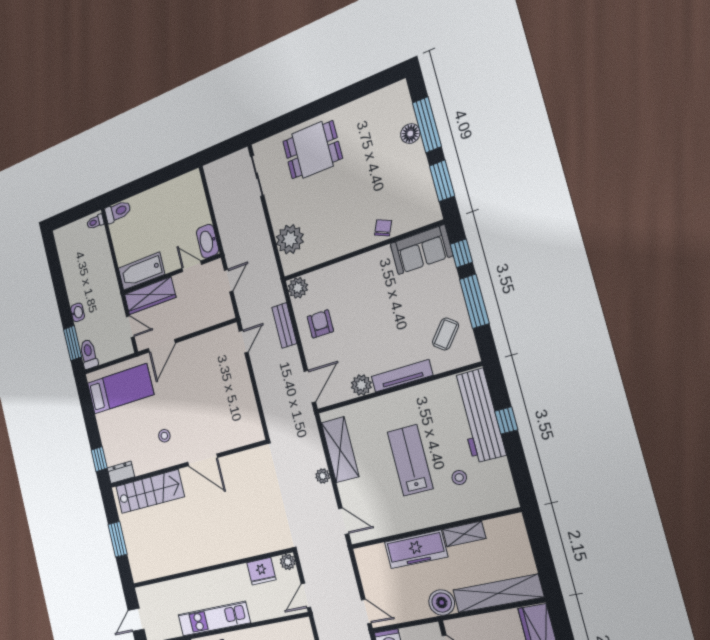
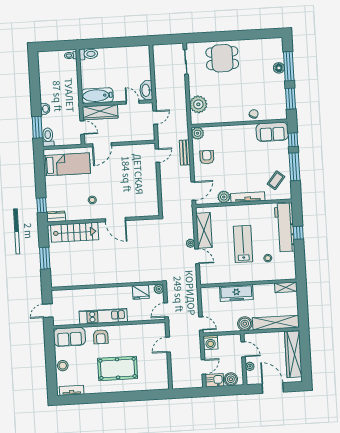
door: (344, 521) -> (197, 256), moved
shelving: (464, 534) -> (286, 287), moved

